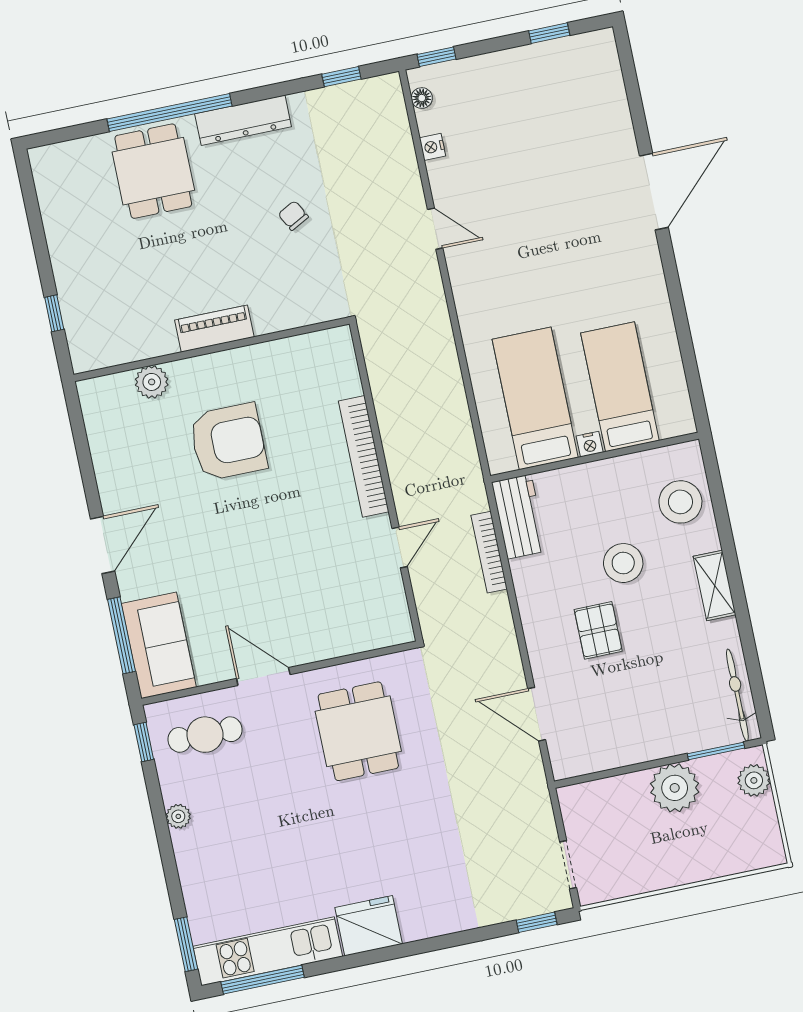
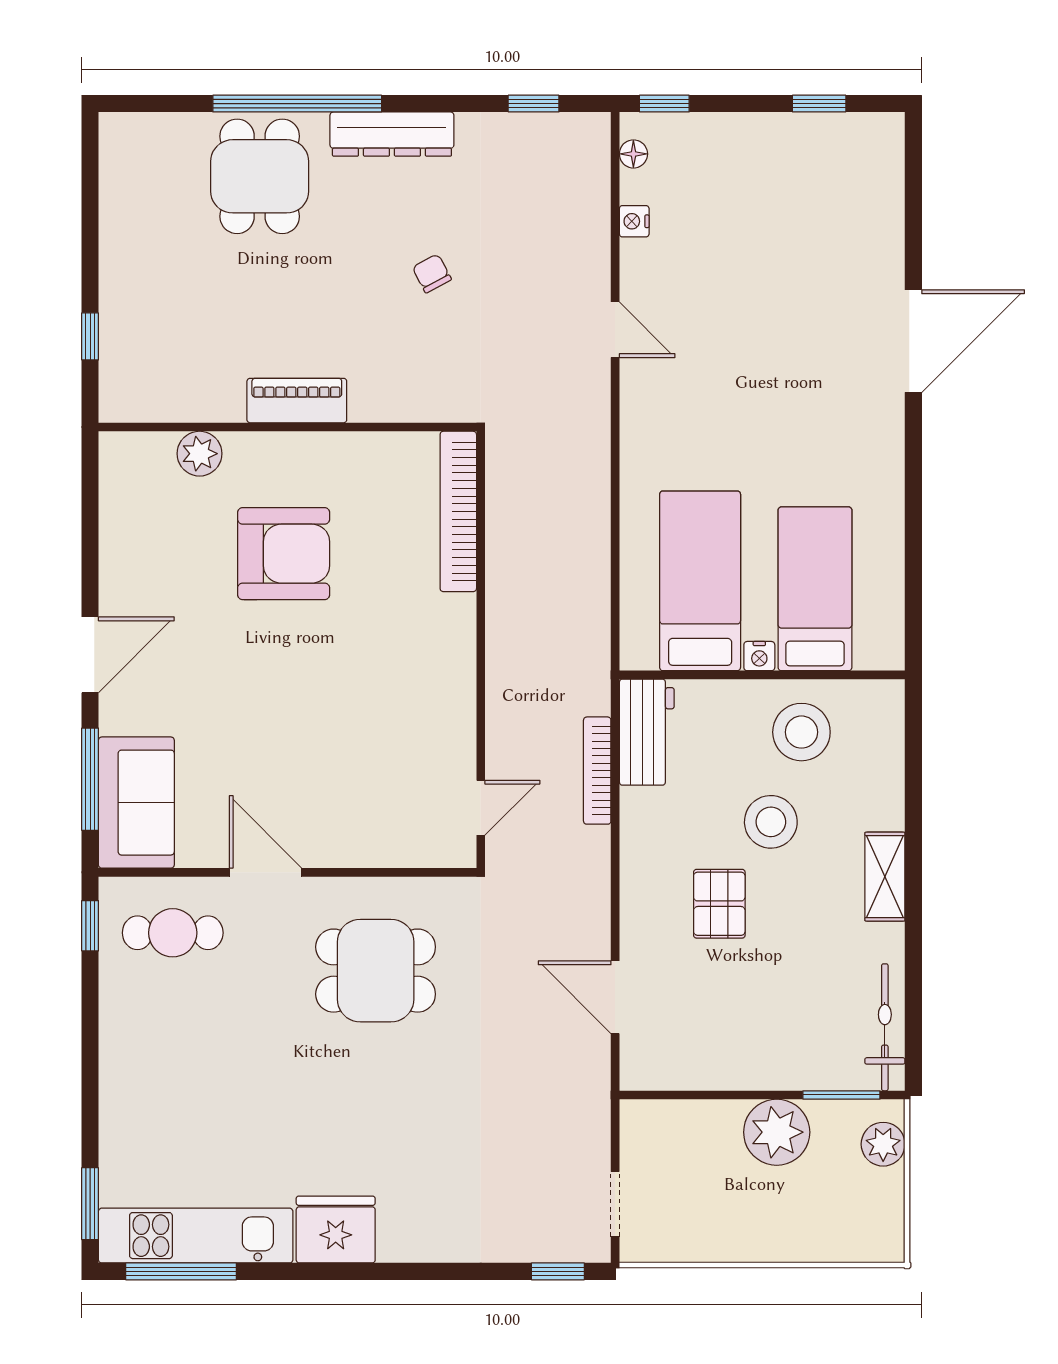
bookcase: (364, 456) -> (458, 511), moved
stool: (680, 502) -> (801, 732), moved
door: (400, 547) -> (481, 808), moved
dining table: (358, 731) -> (376, 971), turned 90
plant: (178, 816) -> (115, 1033), removed

